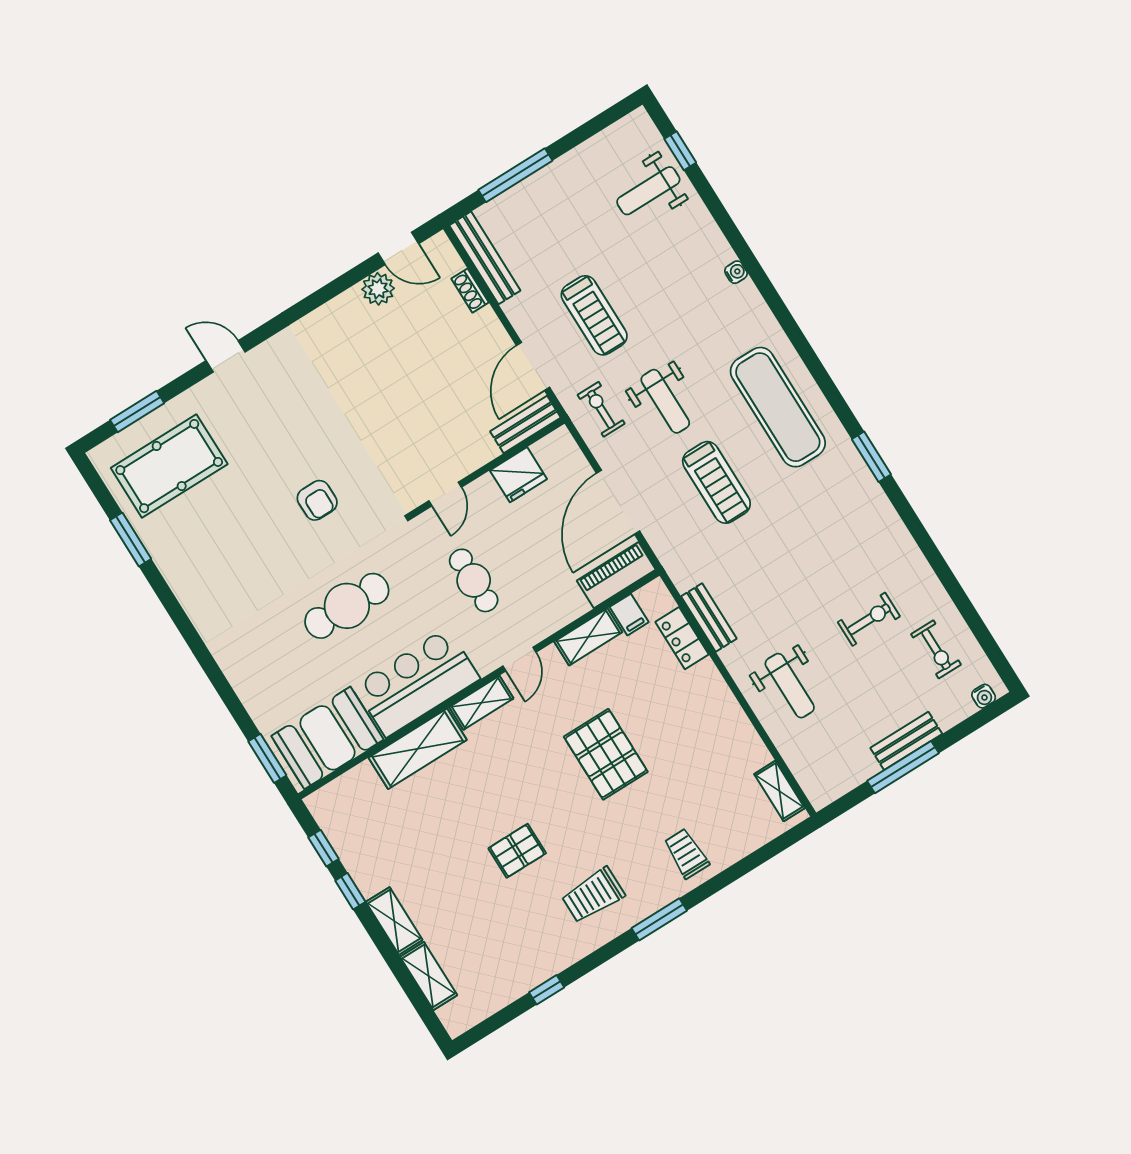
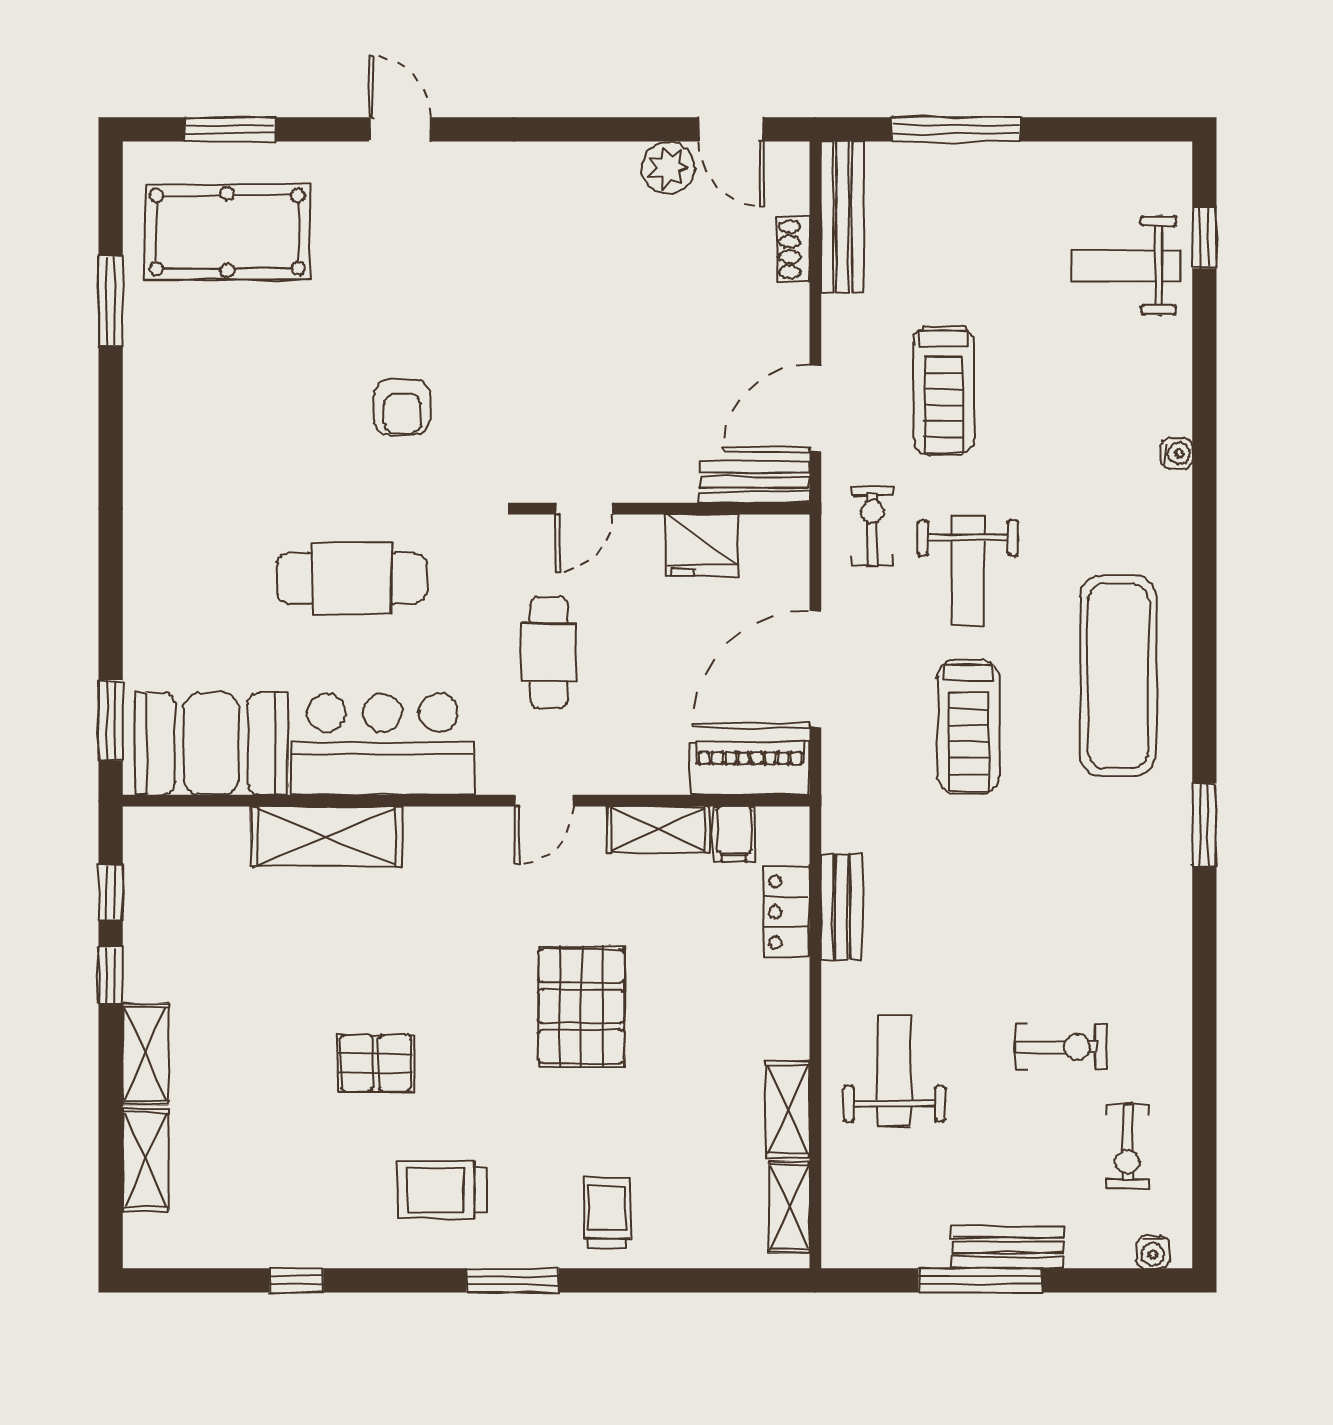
weight bench: (790, 686) -> (894, 1070), turned 180
shelving: (481, 703) -> (788, 1109), moved, turned 90

